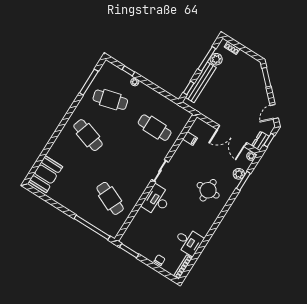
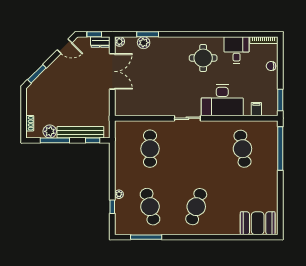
filing cabinet: (190, 139) -> (256, 109), moved
round table: (208, 190) -> (203, 58), moved
cafe table: (110, 198) -> (242, 149), turned -33
desk: (157, 200) -> (222, 100), width x1.36, depth x1.30

